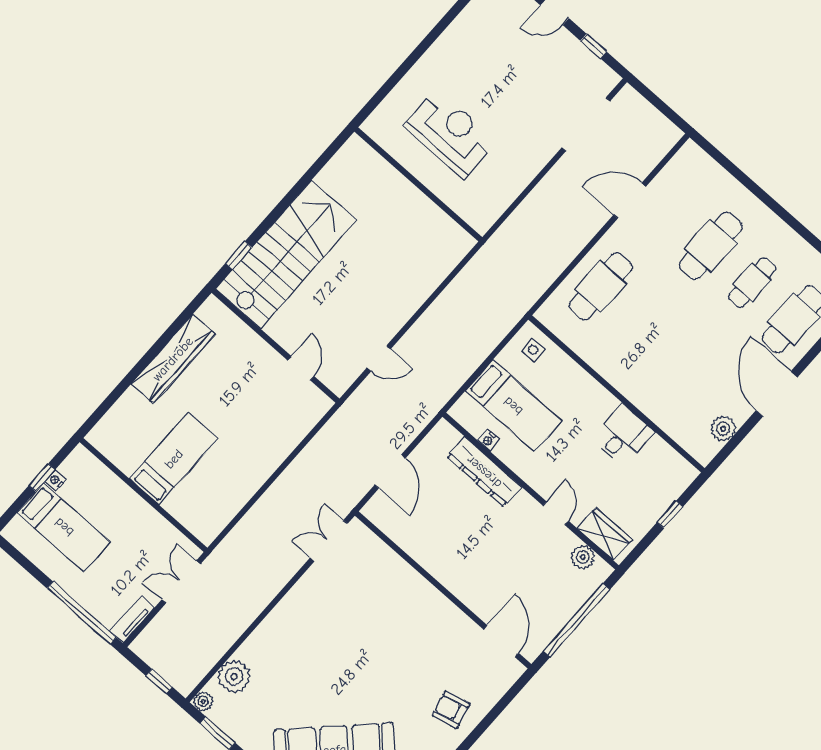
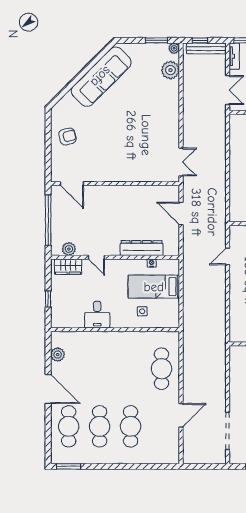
cafe table: (752, 282) -> (100, 426), width x1.37, depth x1.35
side table: (533, 350) -> (142, 311), moved
bench: (160, 663) -> (206, 48), added

